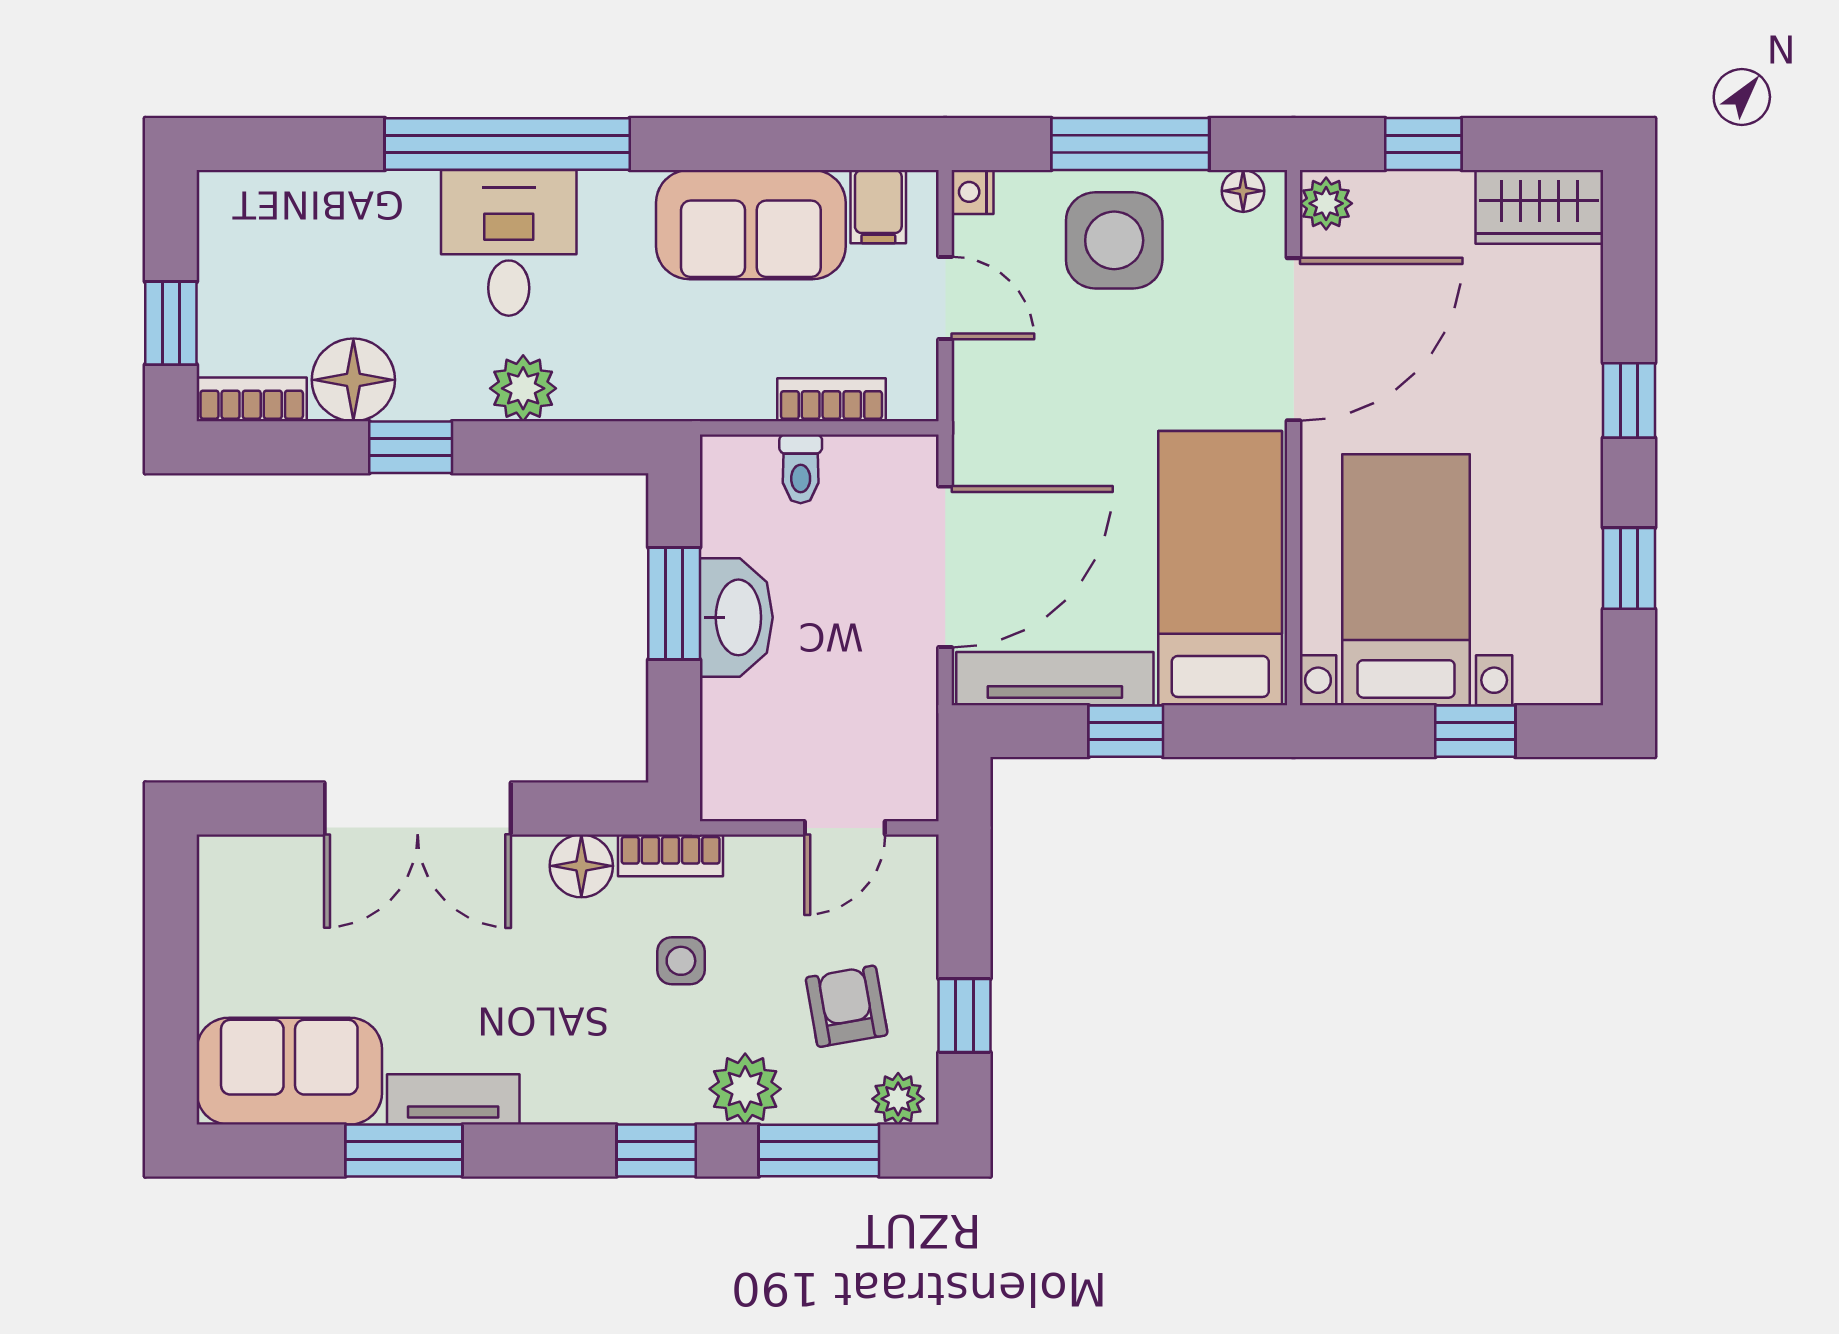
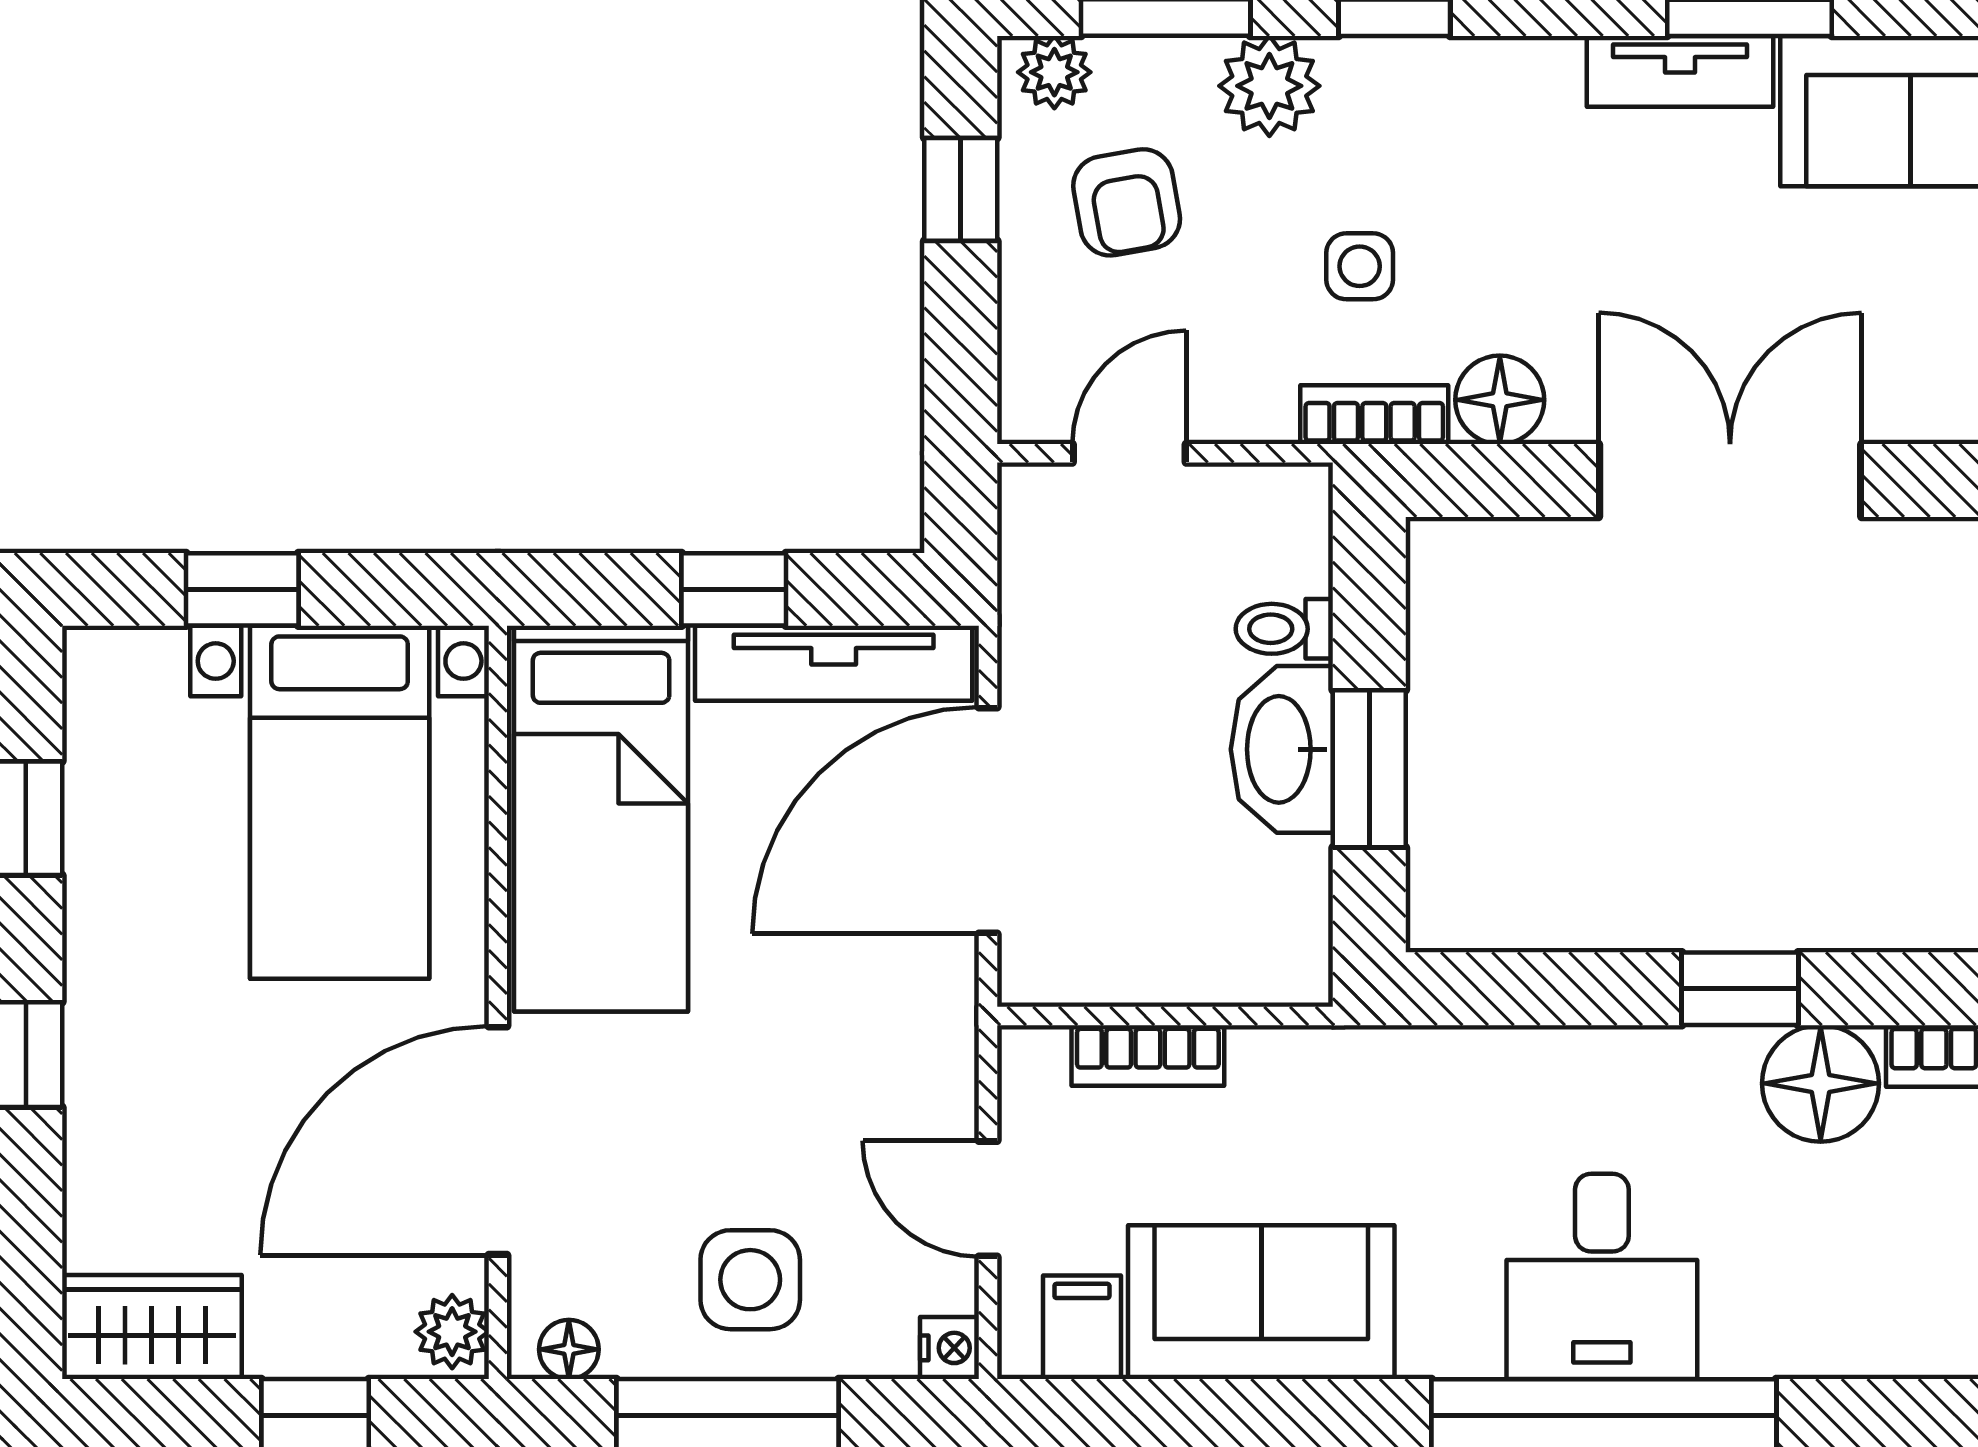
side table: (1114, 240) -> (750, 1280), width x0.73, depth x0.73
plant: (523, 388) -> (1582, 1072), removed
toilet: (801, 469) -> (1284, 629), moved, turned -90

